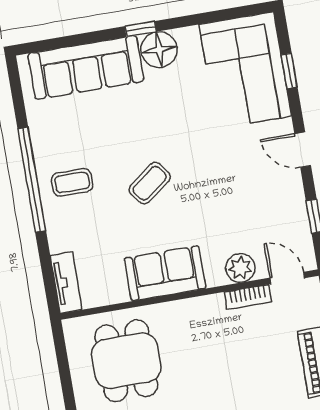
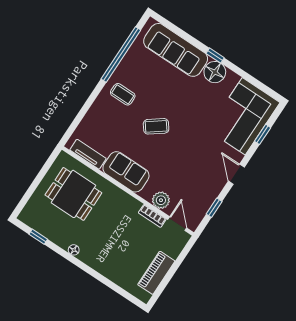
window: (32, 180) -> (121, 54), moved
tv unit: (66, 282) -> (88, 154), moved, turned -90
dining table: (126, 361) -> (73, 194), turned 90

